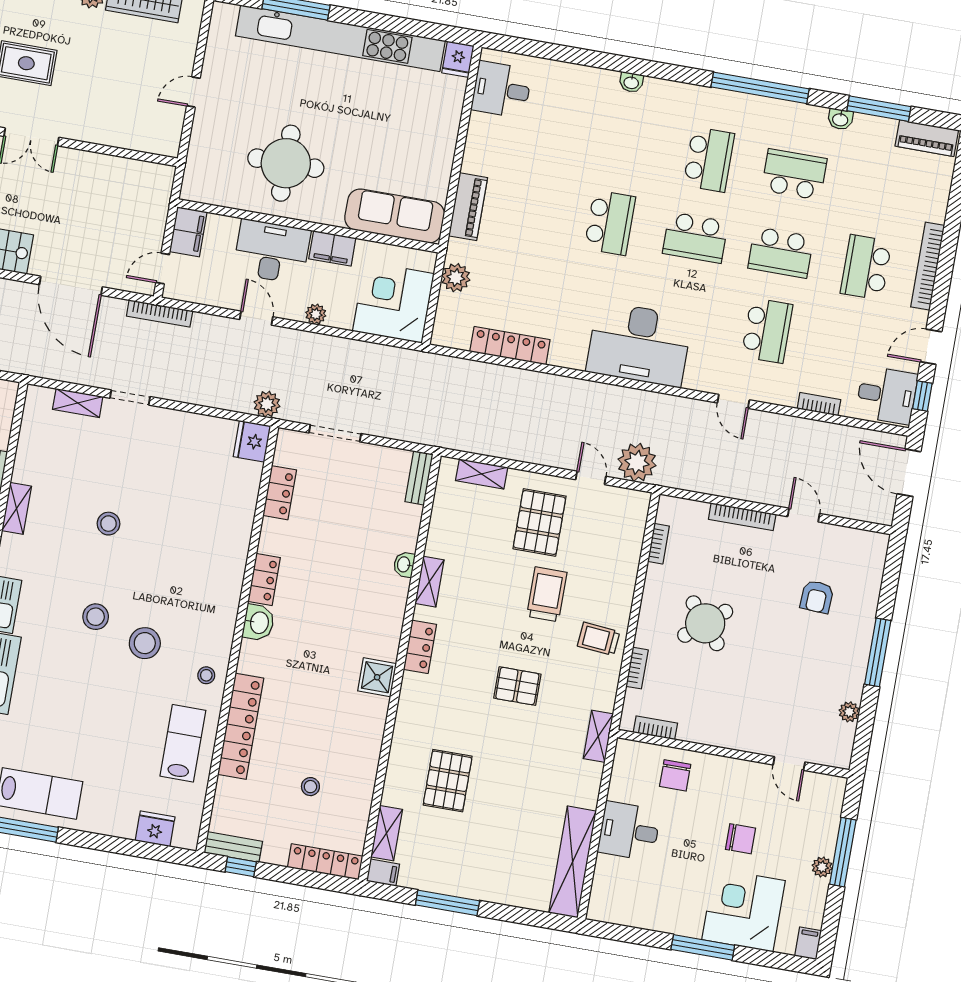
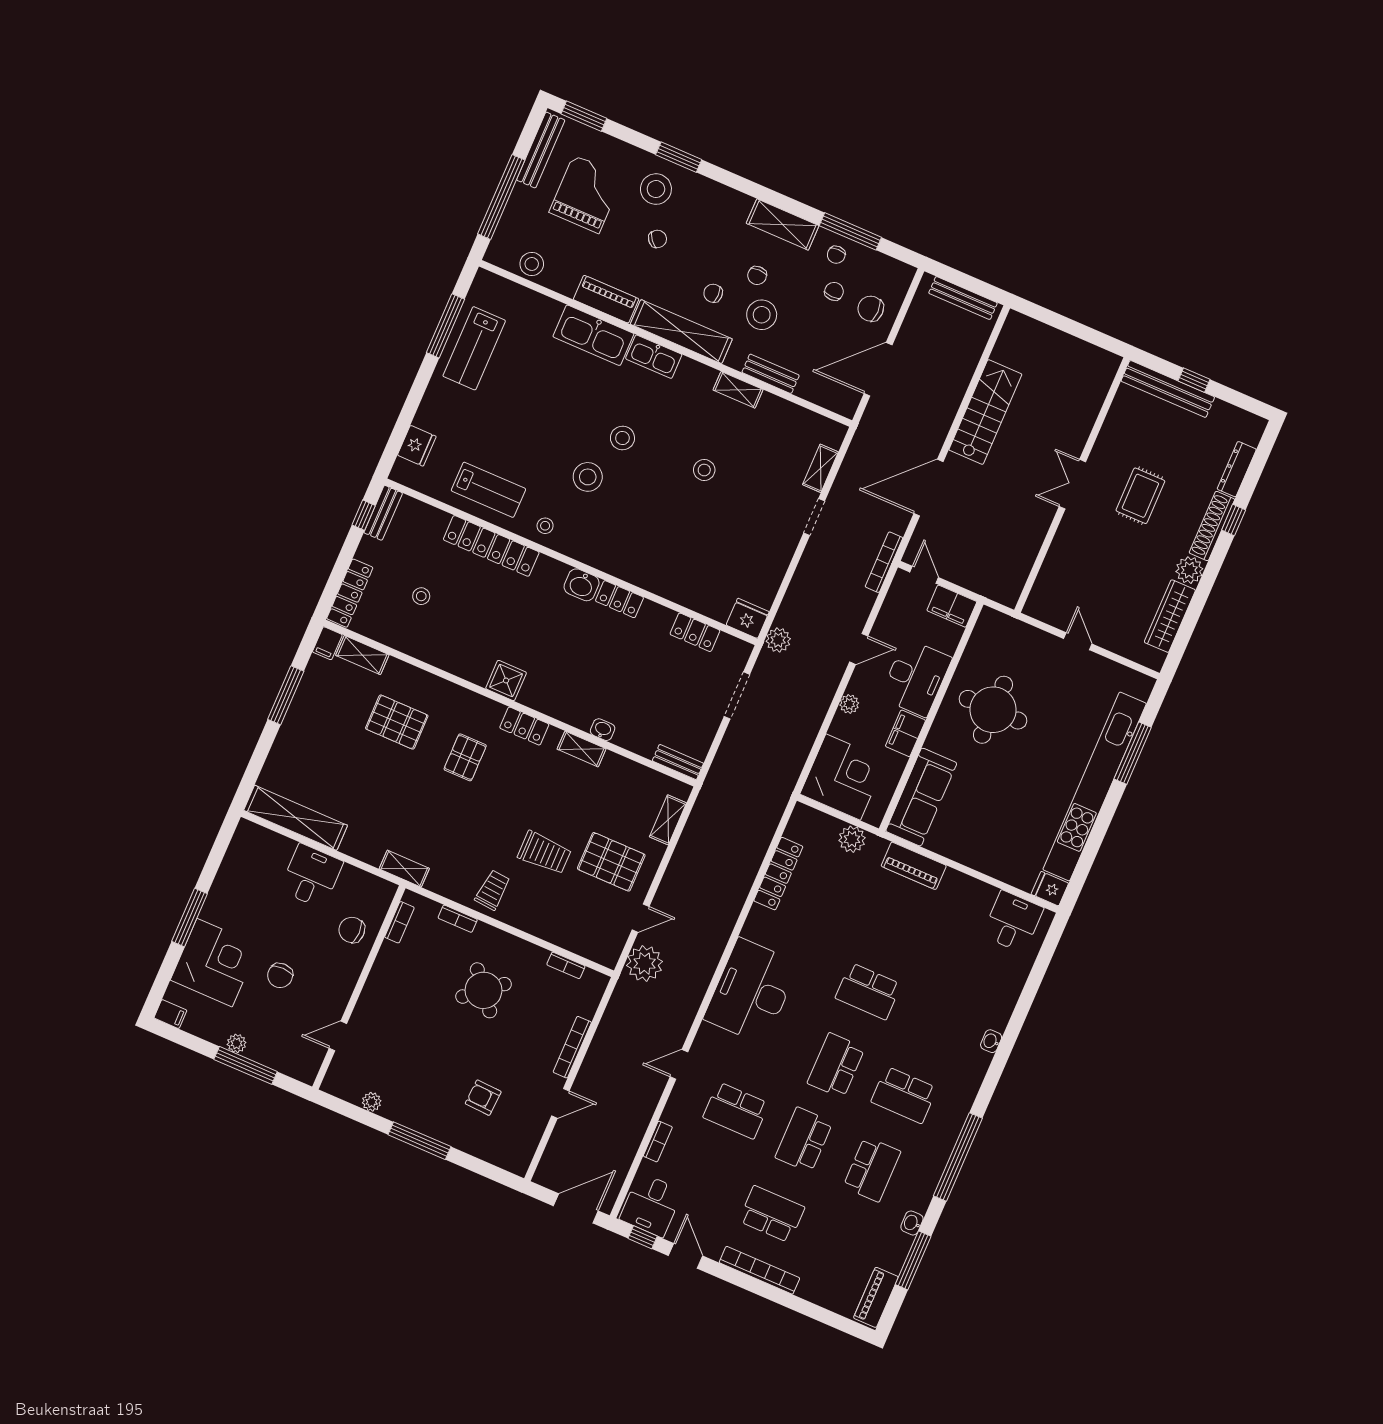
pallet: (517, 686) -> (465, 757), moved

